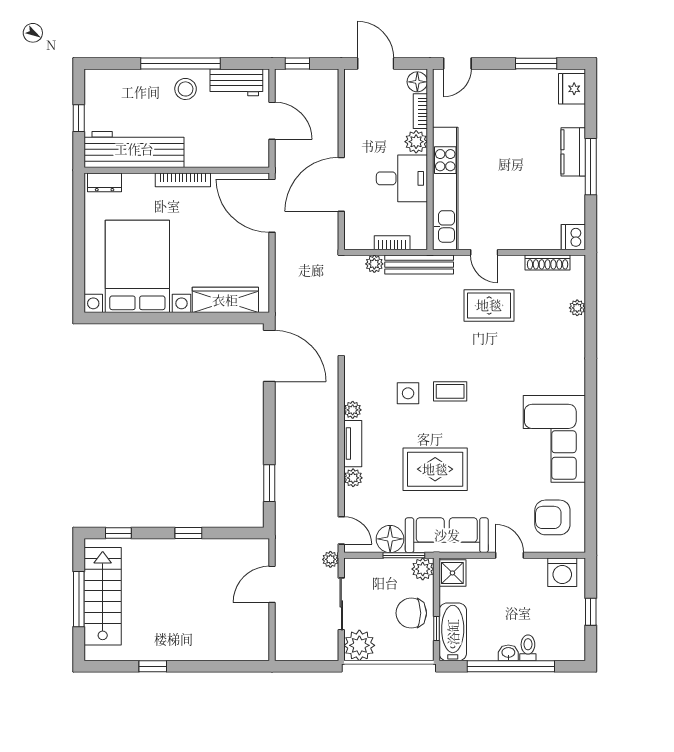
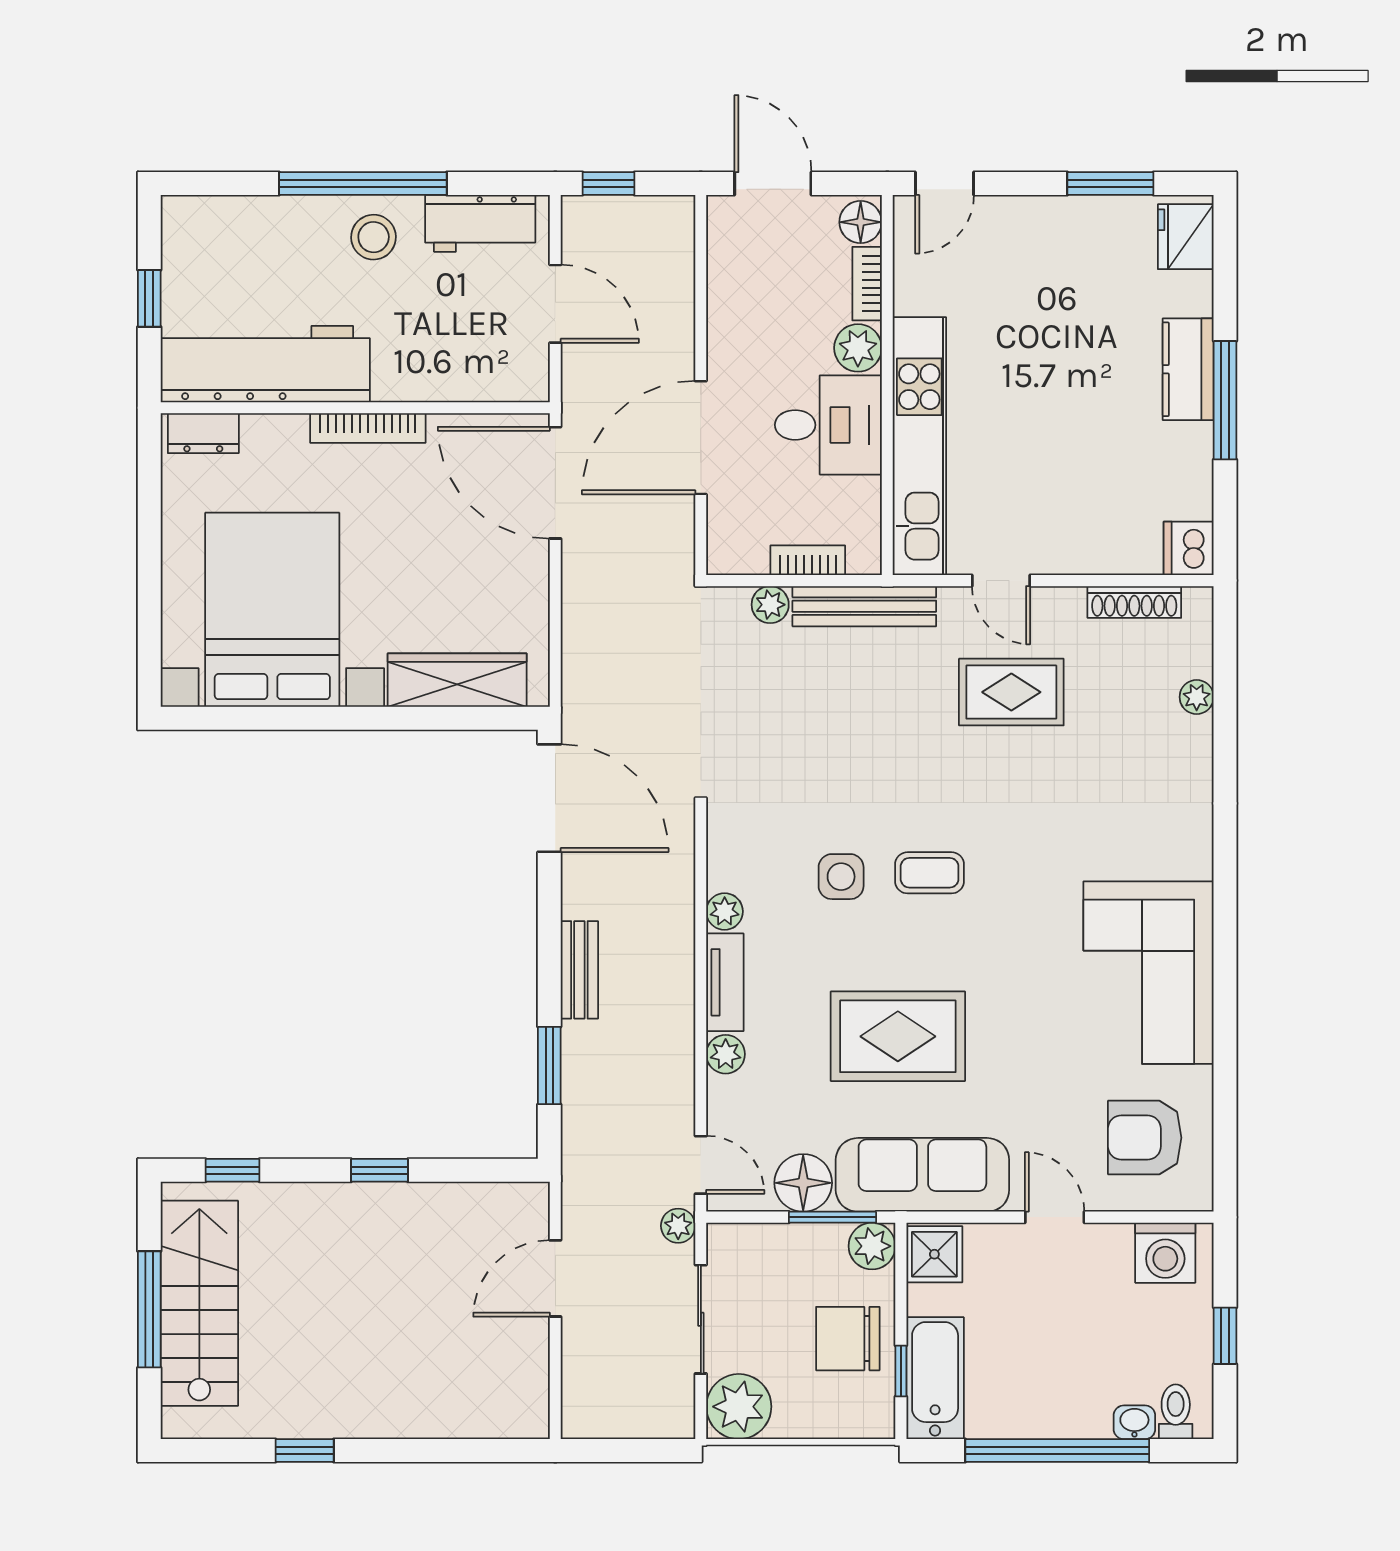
bench: (283, 438) -> (579, 970), added
toilet: (528, 648) -> (1176, 1412), moved
washbasin: (508, 653) -> (1134, 1422), moved

